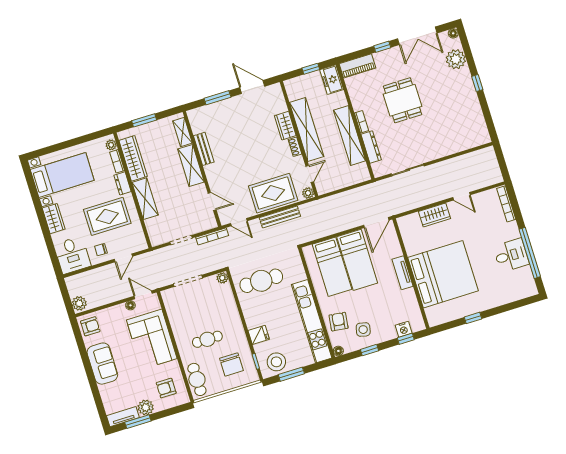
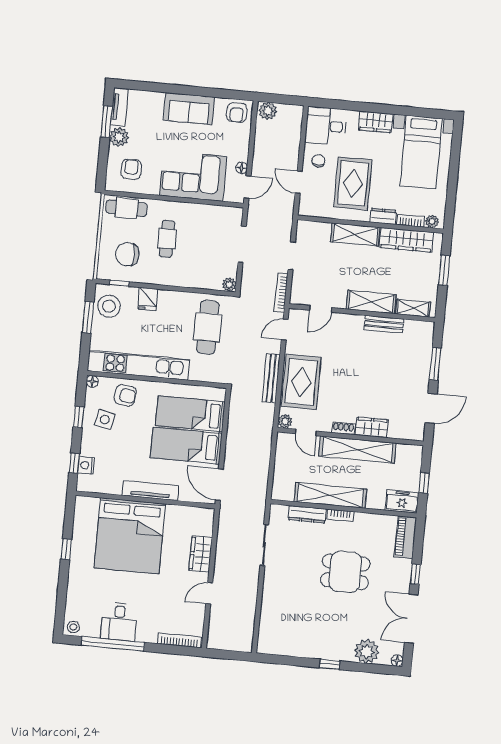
tv unit: (402, 273) -> (150, 491), width x1.41
stool: (530, 288) -> (73, 627), added

